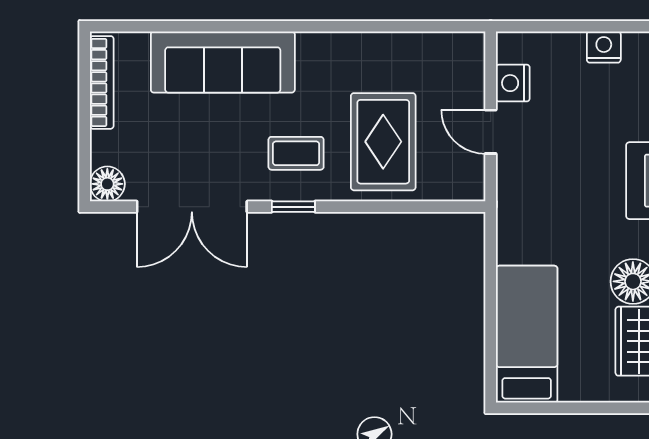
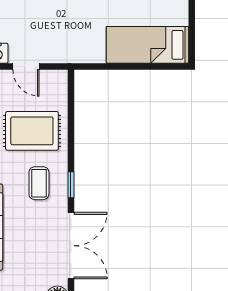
door: (491, 132) -> (26, 66), hinge flipped

